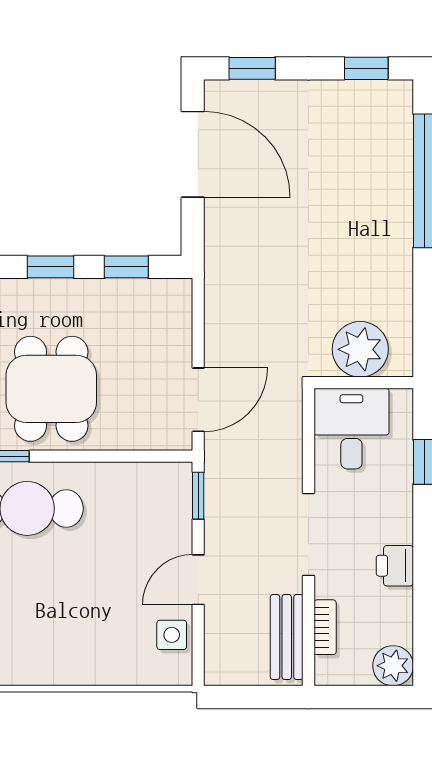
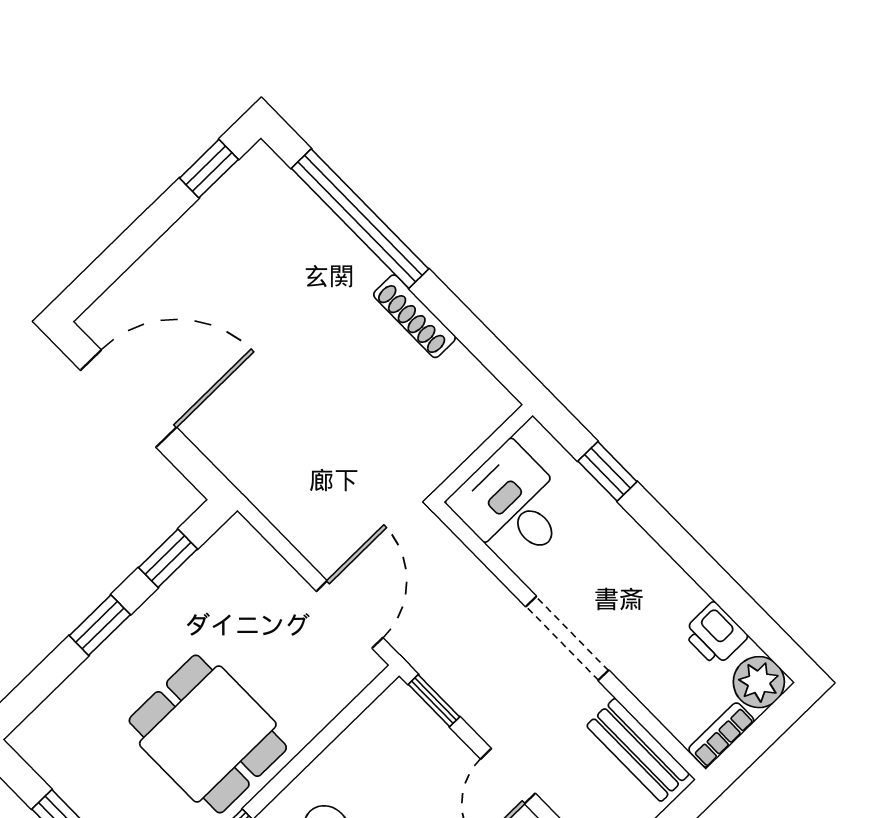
window: (252, 68) -> (106, 269), removed
shoe rack: (401, 267) -> (415, 316), added
plant: (360, 349) -> (451, 426), removed
printer: (395, 566) -> (715, 634), moved
bookcase: (325, 627) -> (721, 735), moved, turned -90

